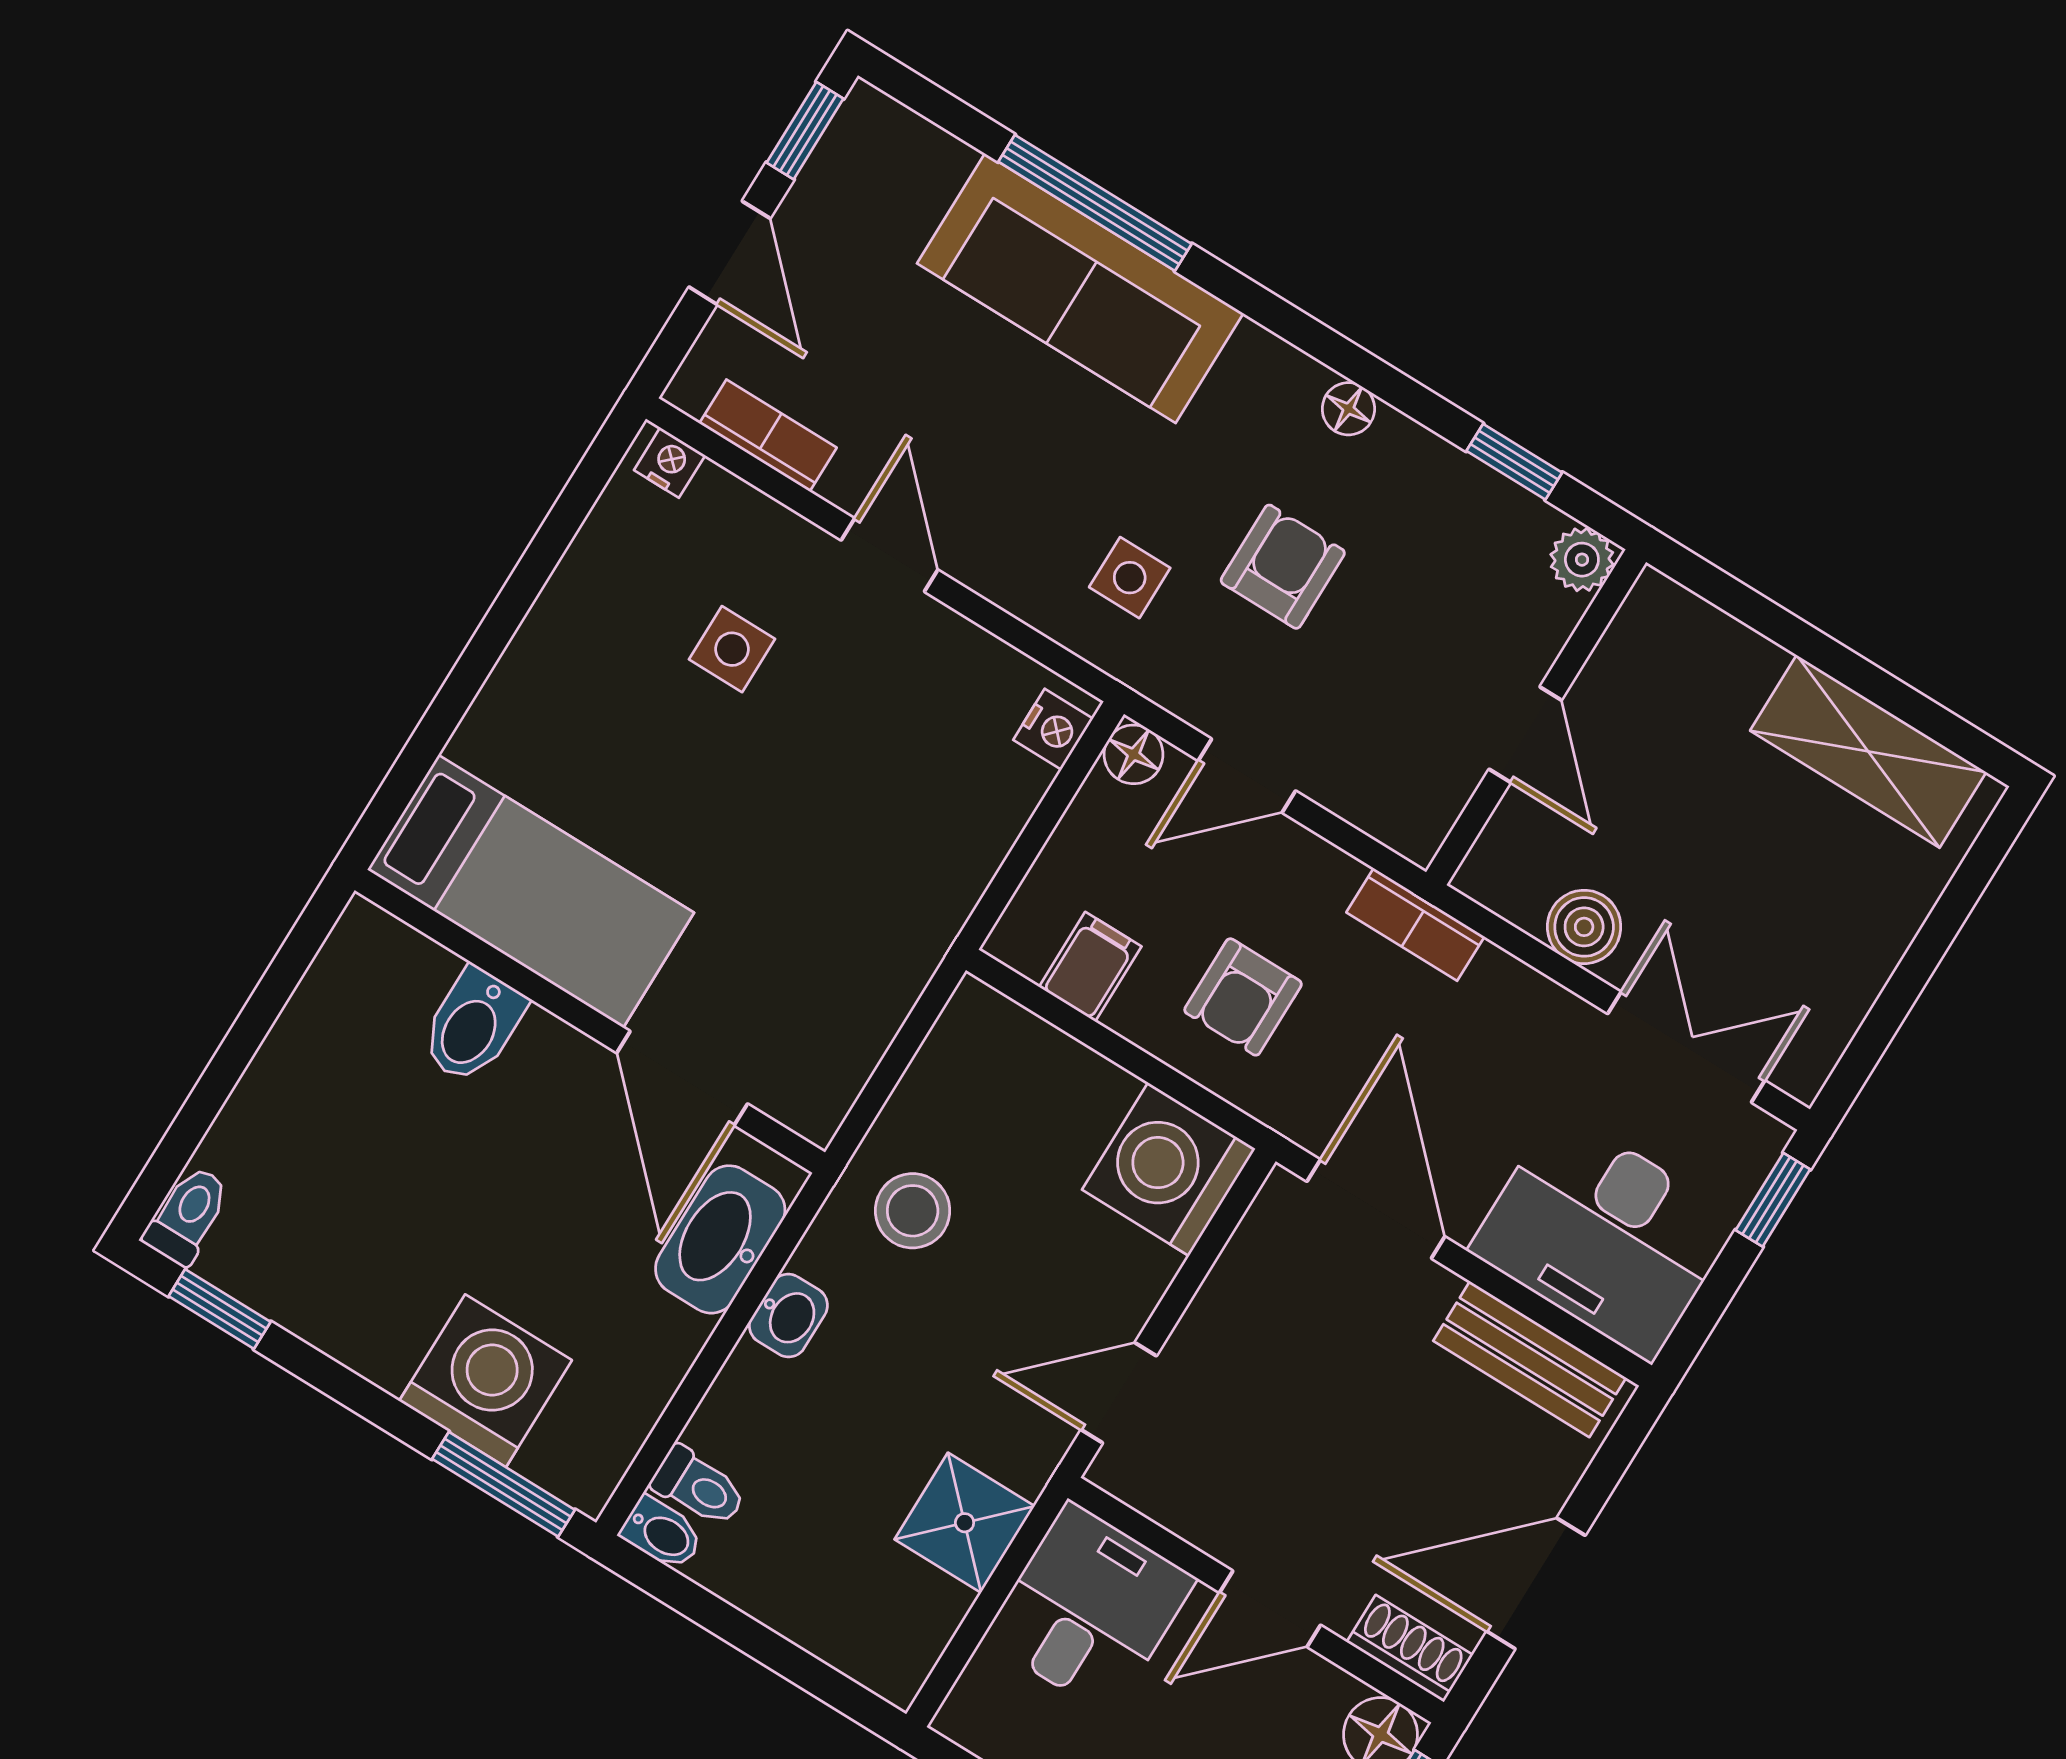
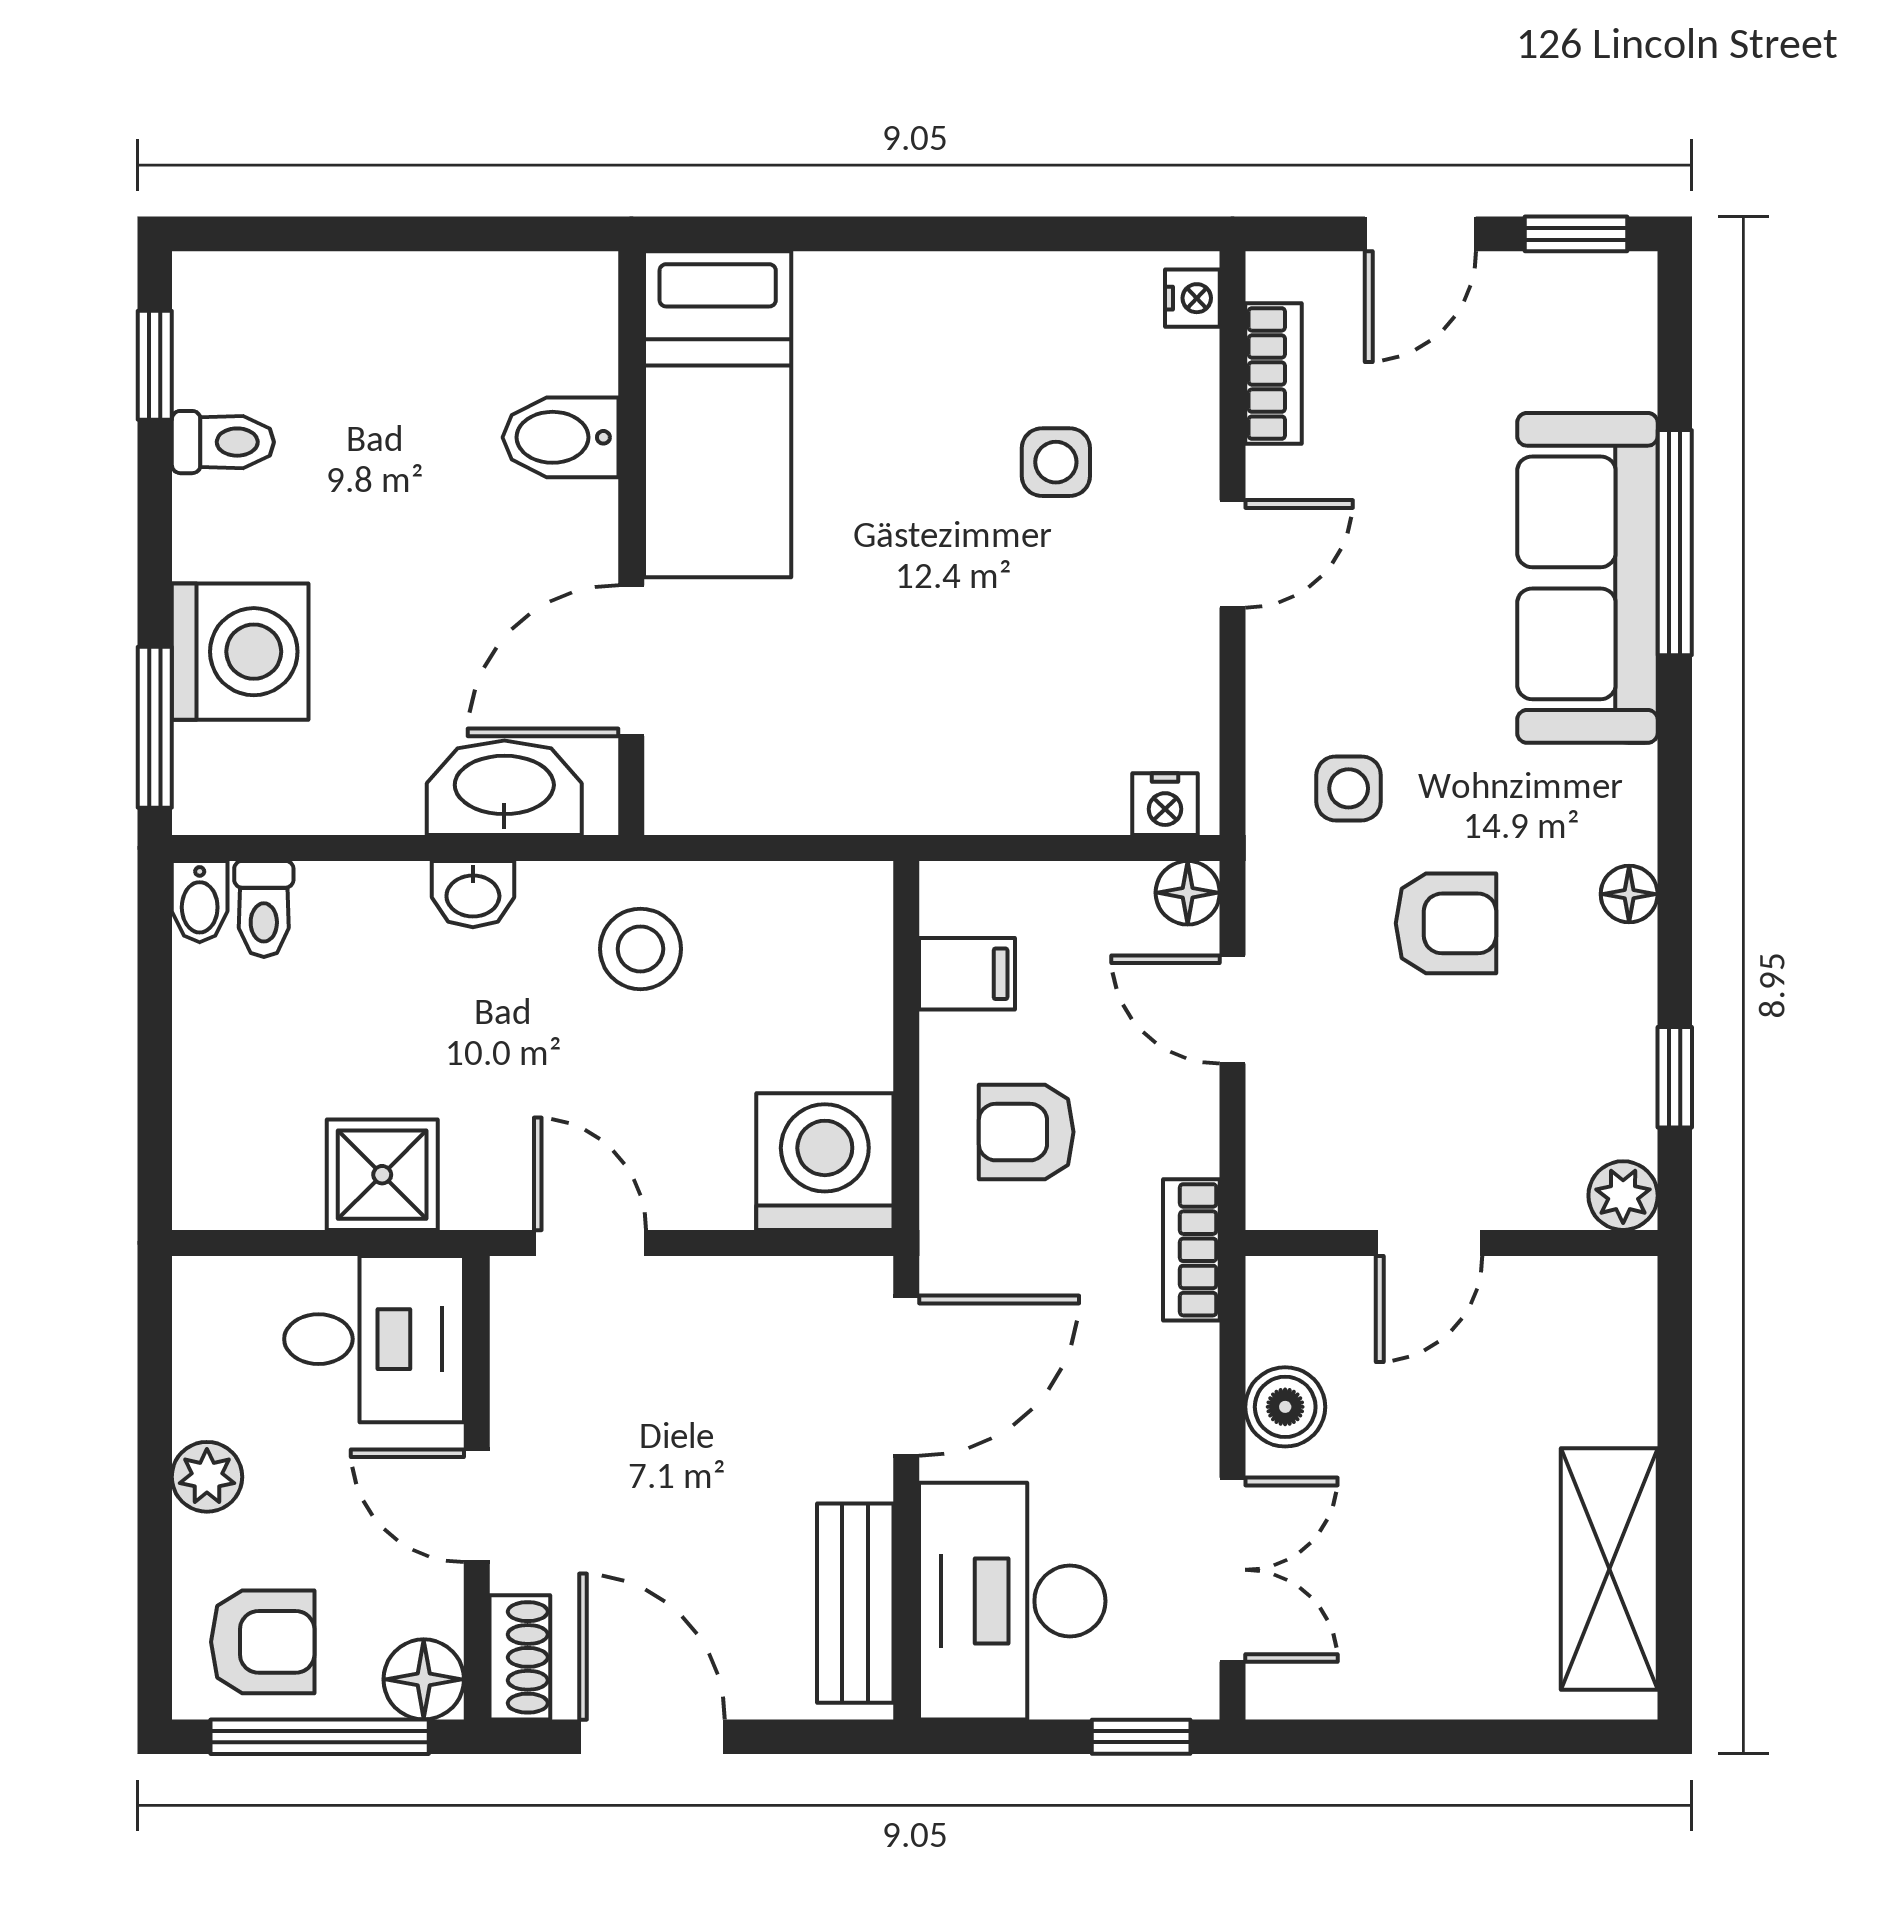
toilet: (188, 1215) -> (223, 442), moved

